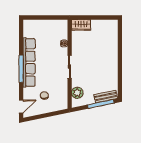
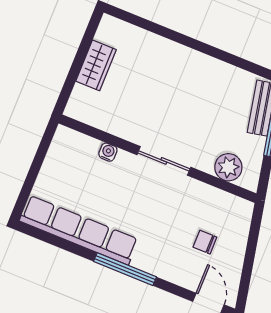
wardrobe: (81, 25) -> (96, 65), moved
row of seats: (29, 62) -> (79, 230), moved

